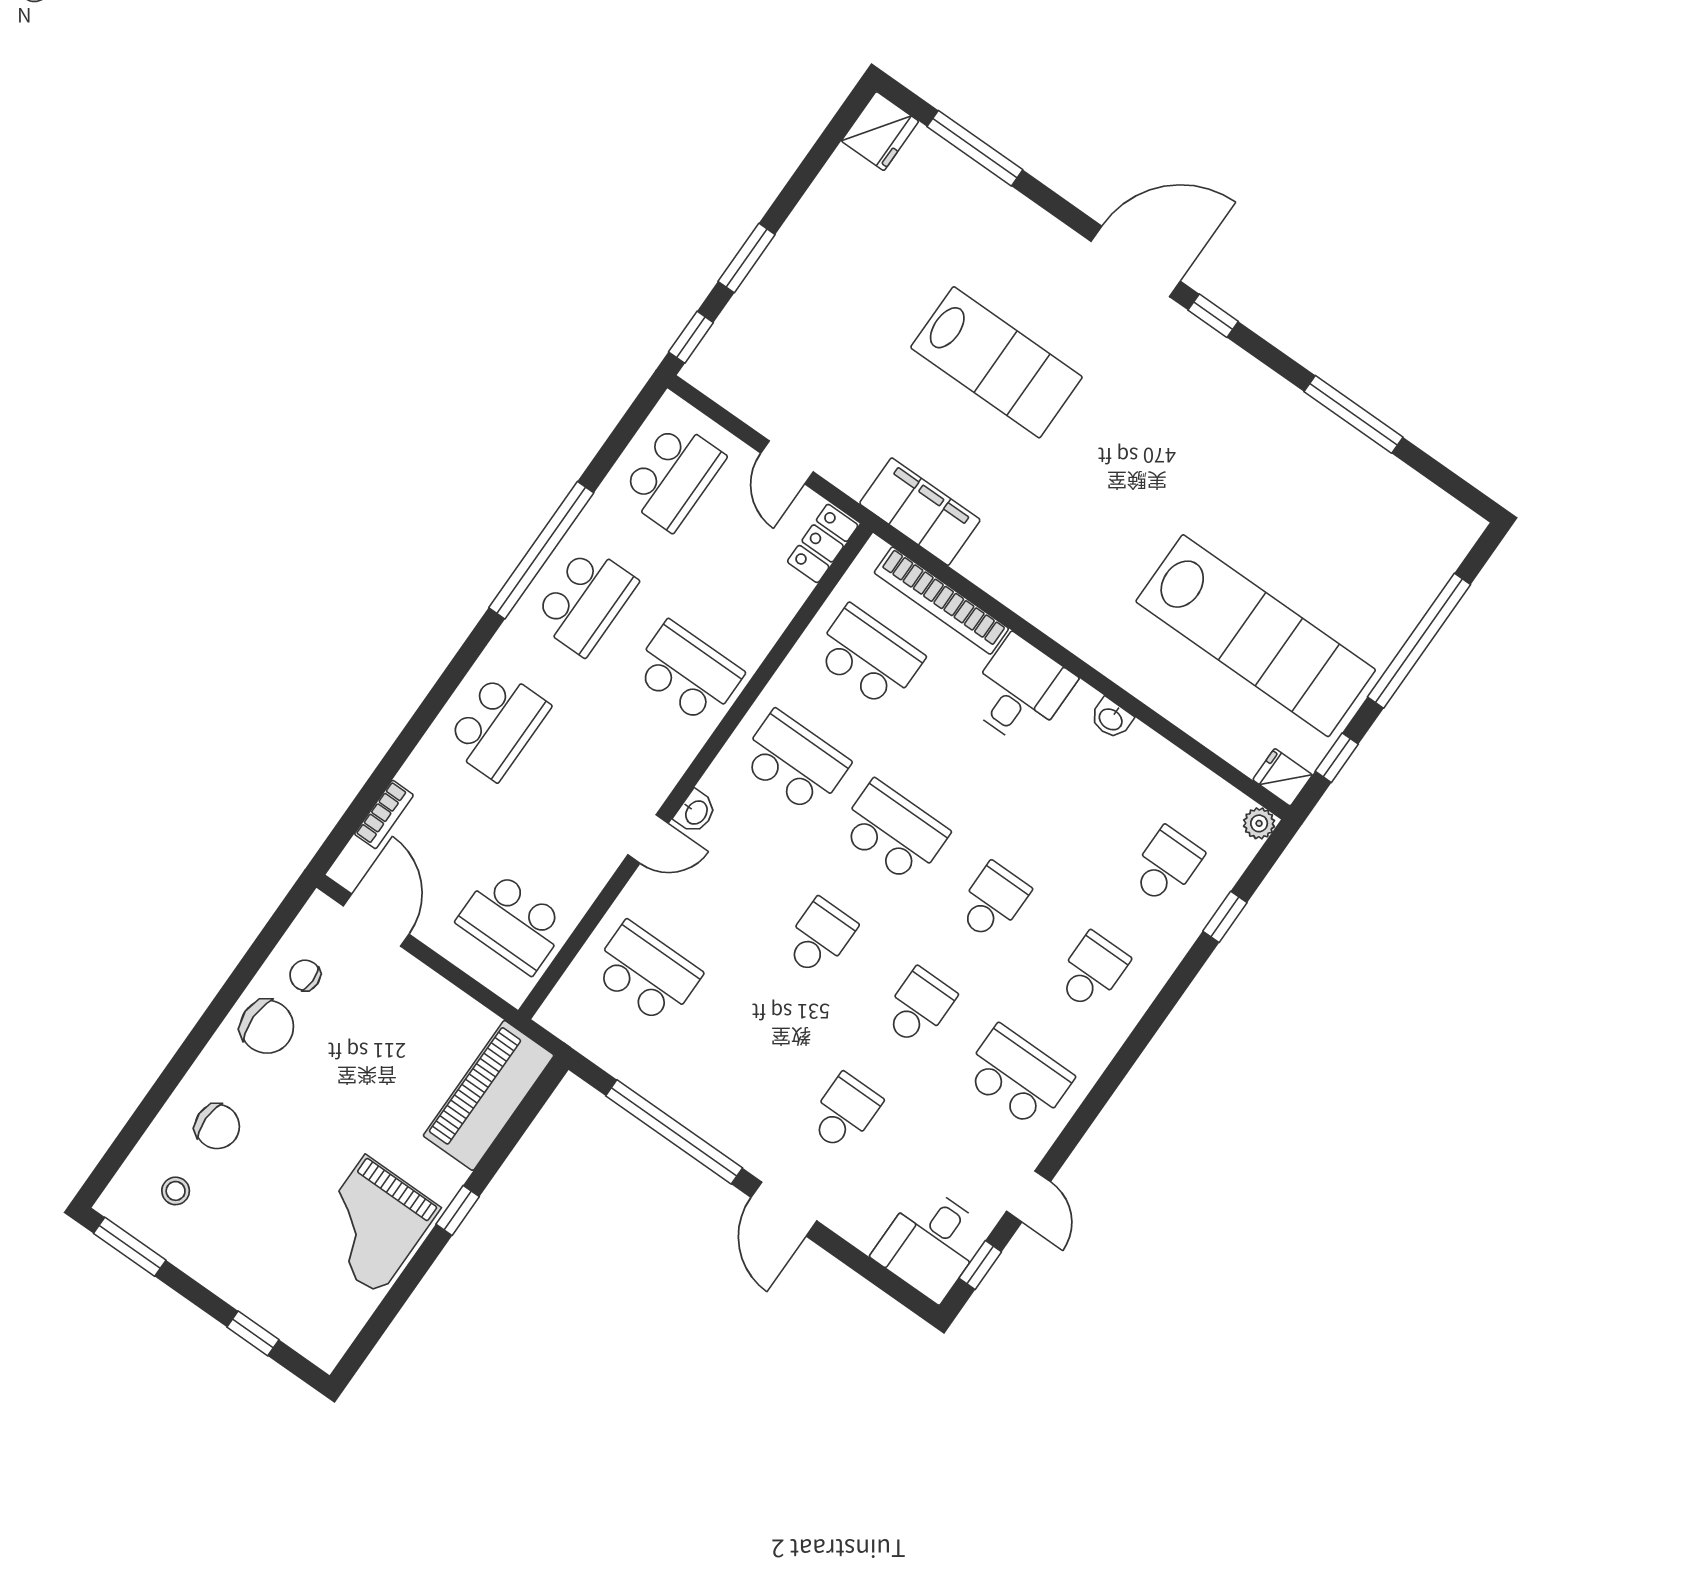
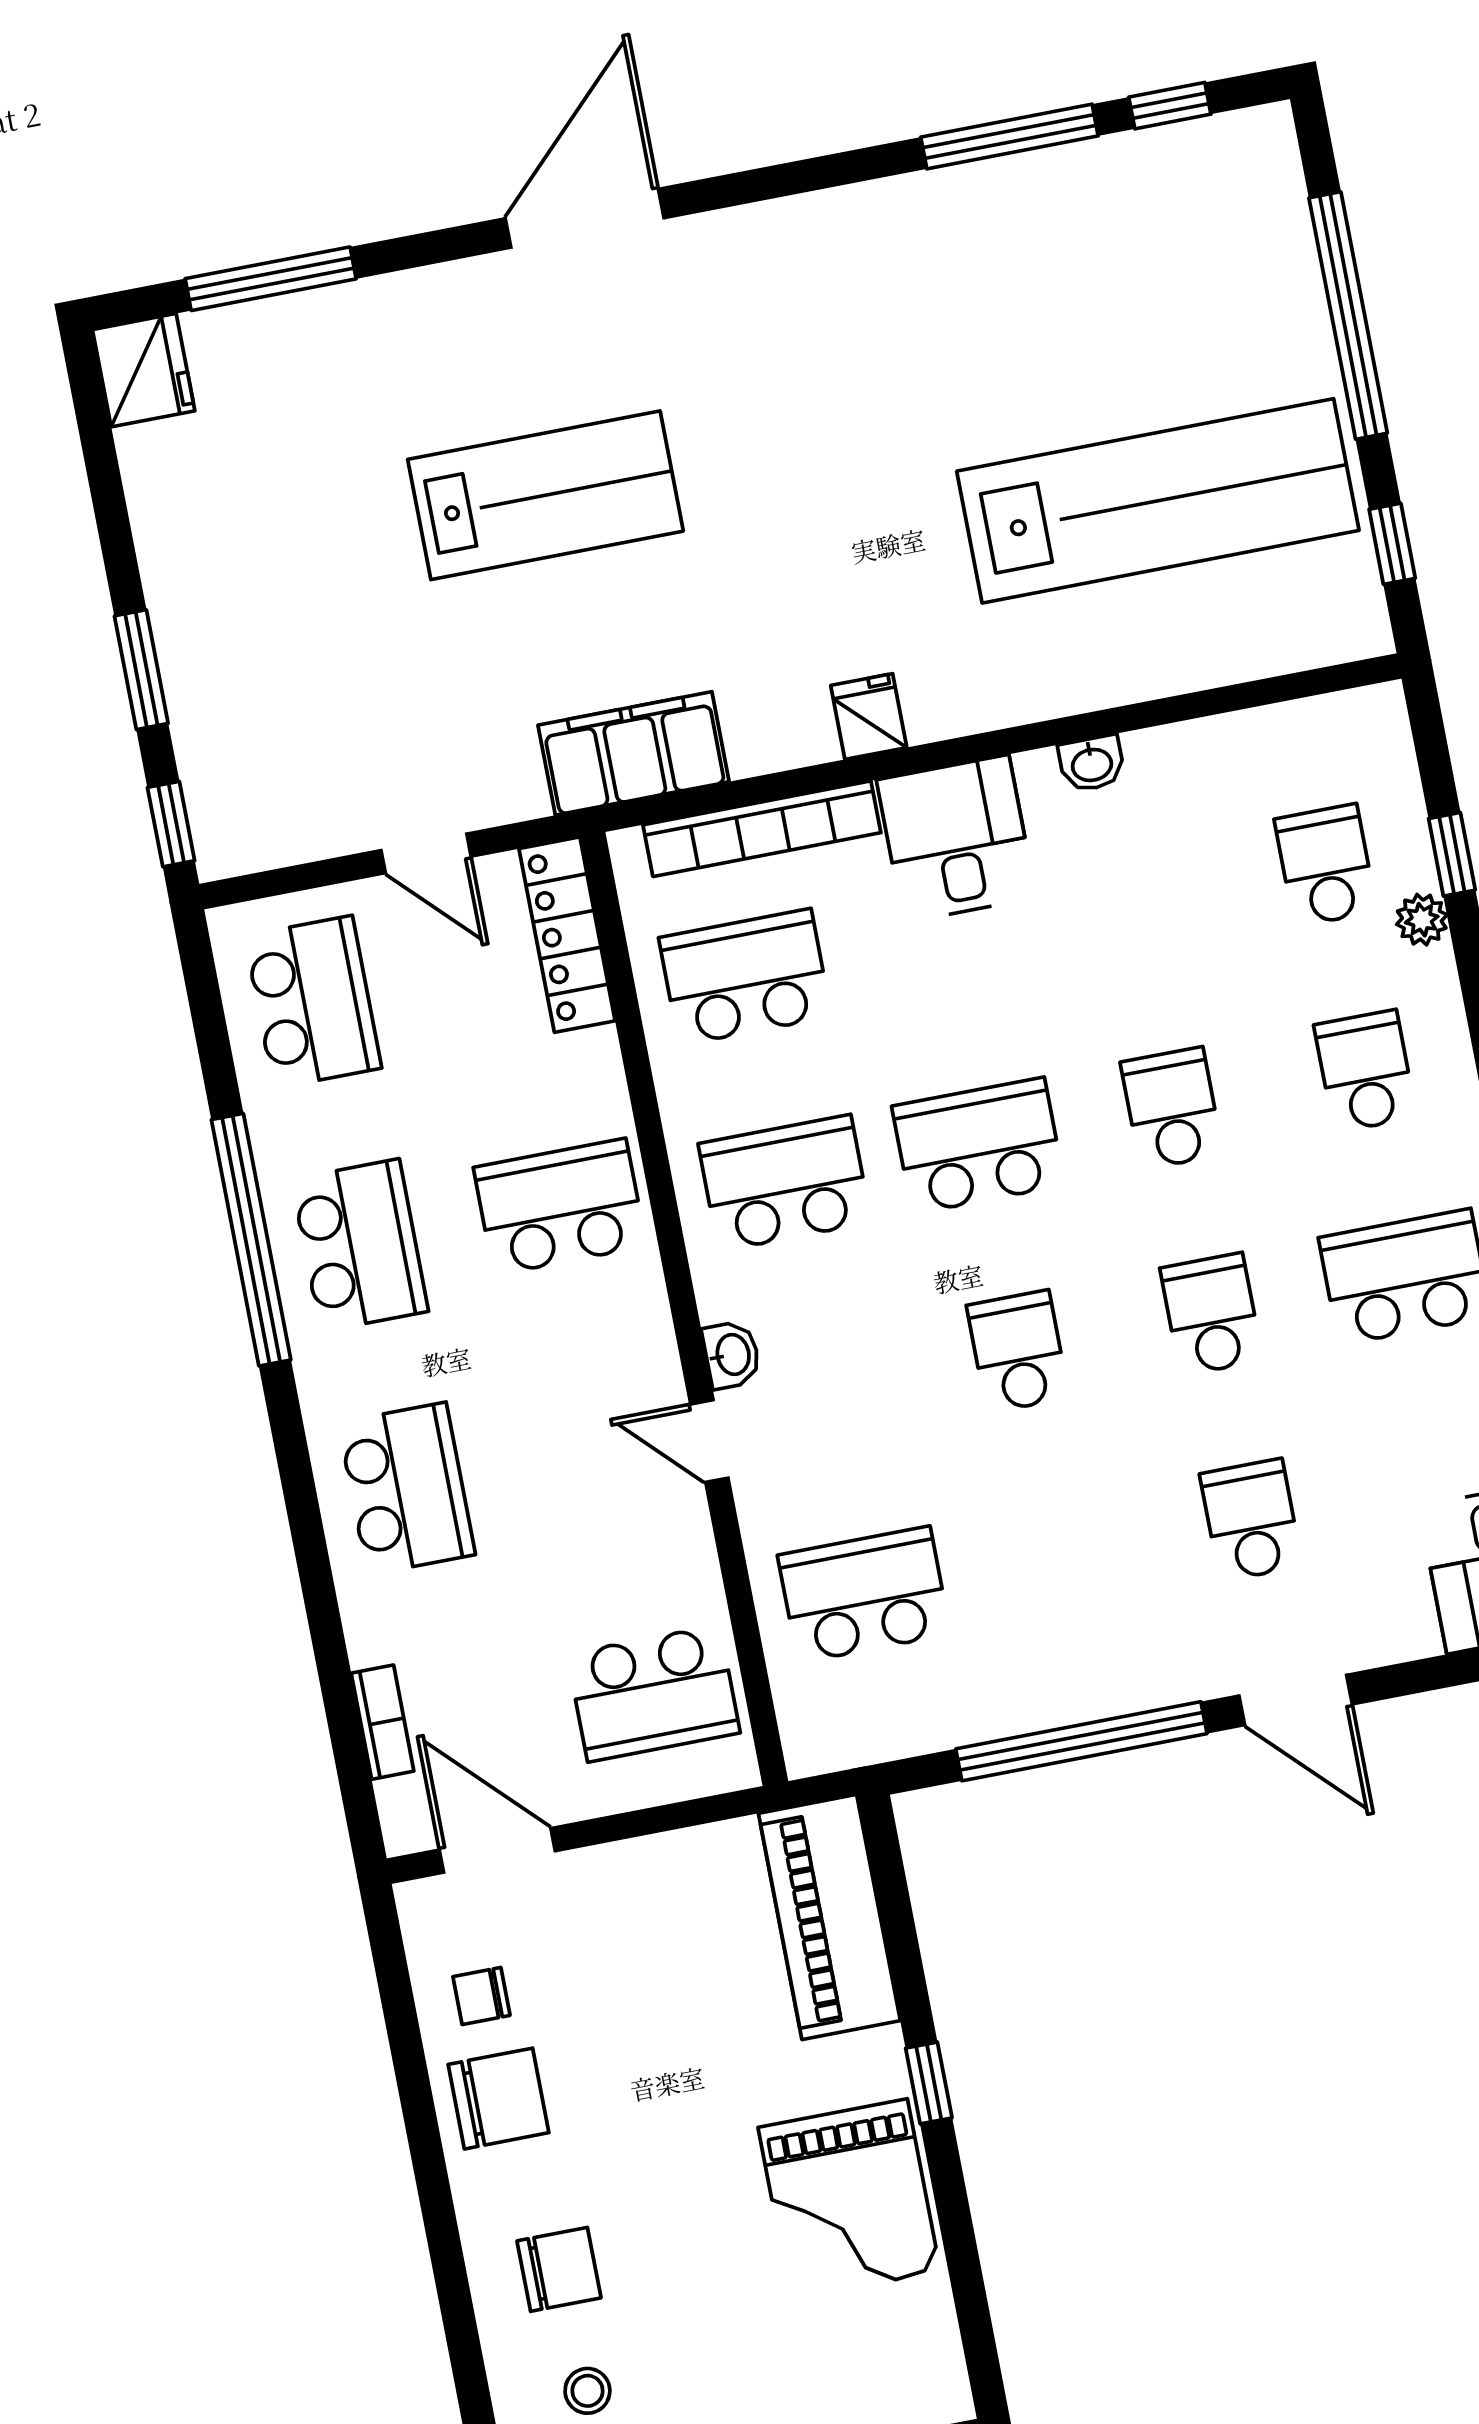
window: (1213, 316) -> (1170, 106), moved
locker: (823, 543) -> (567, 935), width x1.53
fridge: (1282, 777) -> (869, 716), moved, turned 90
plant: (1259, 823) -> (1422, 920), moved
door: (648, 839) -> (709, 1441), swing flipped

